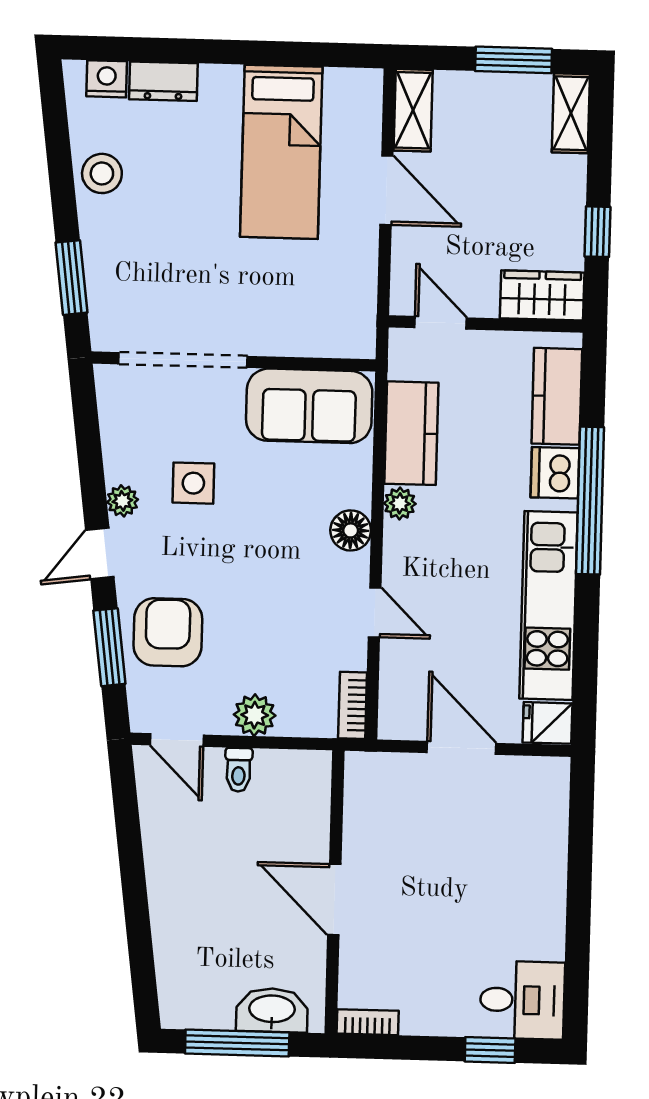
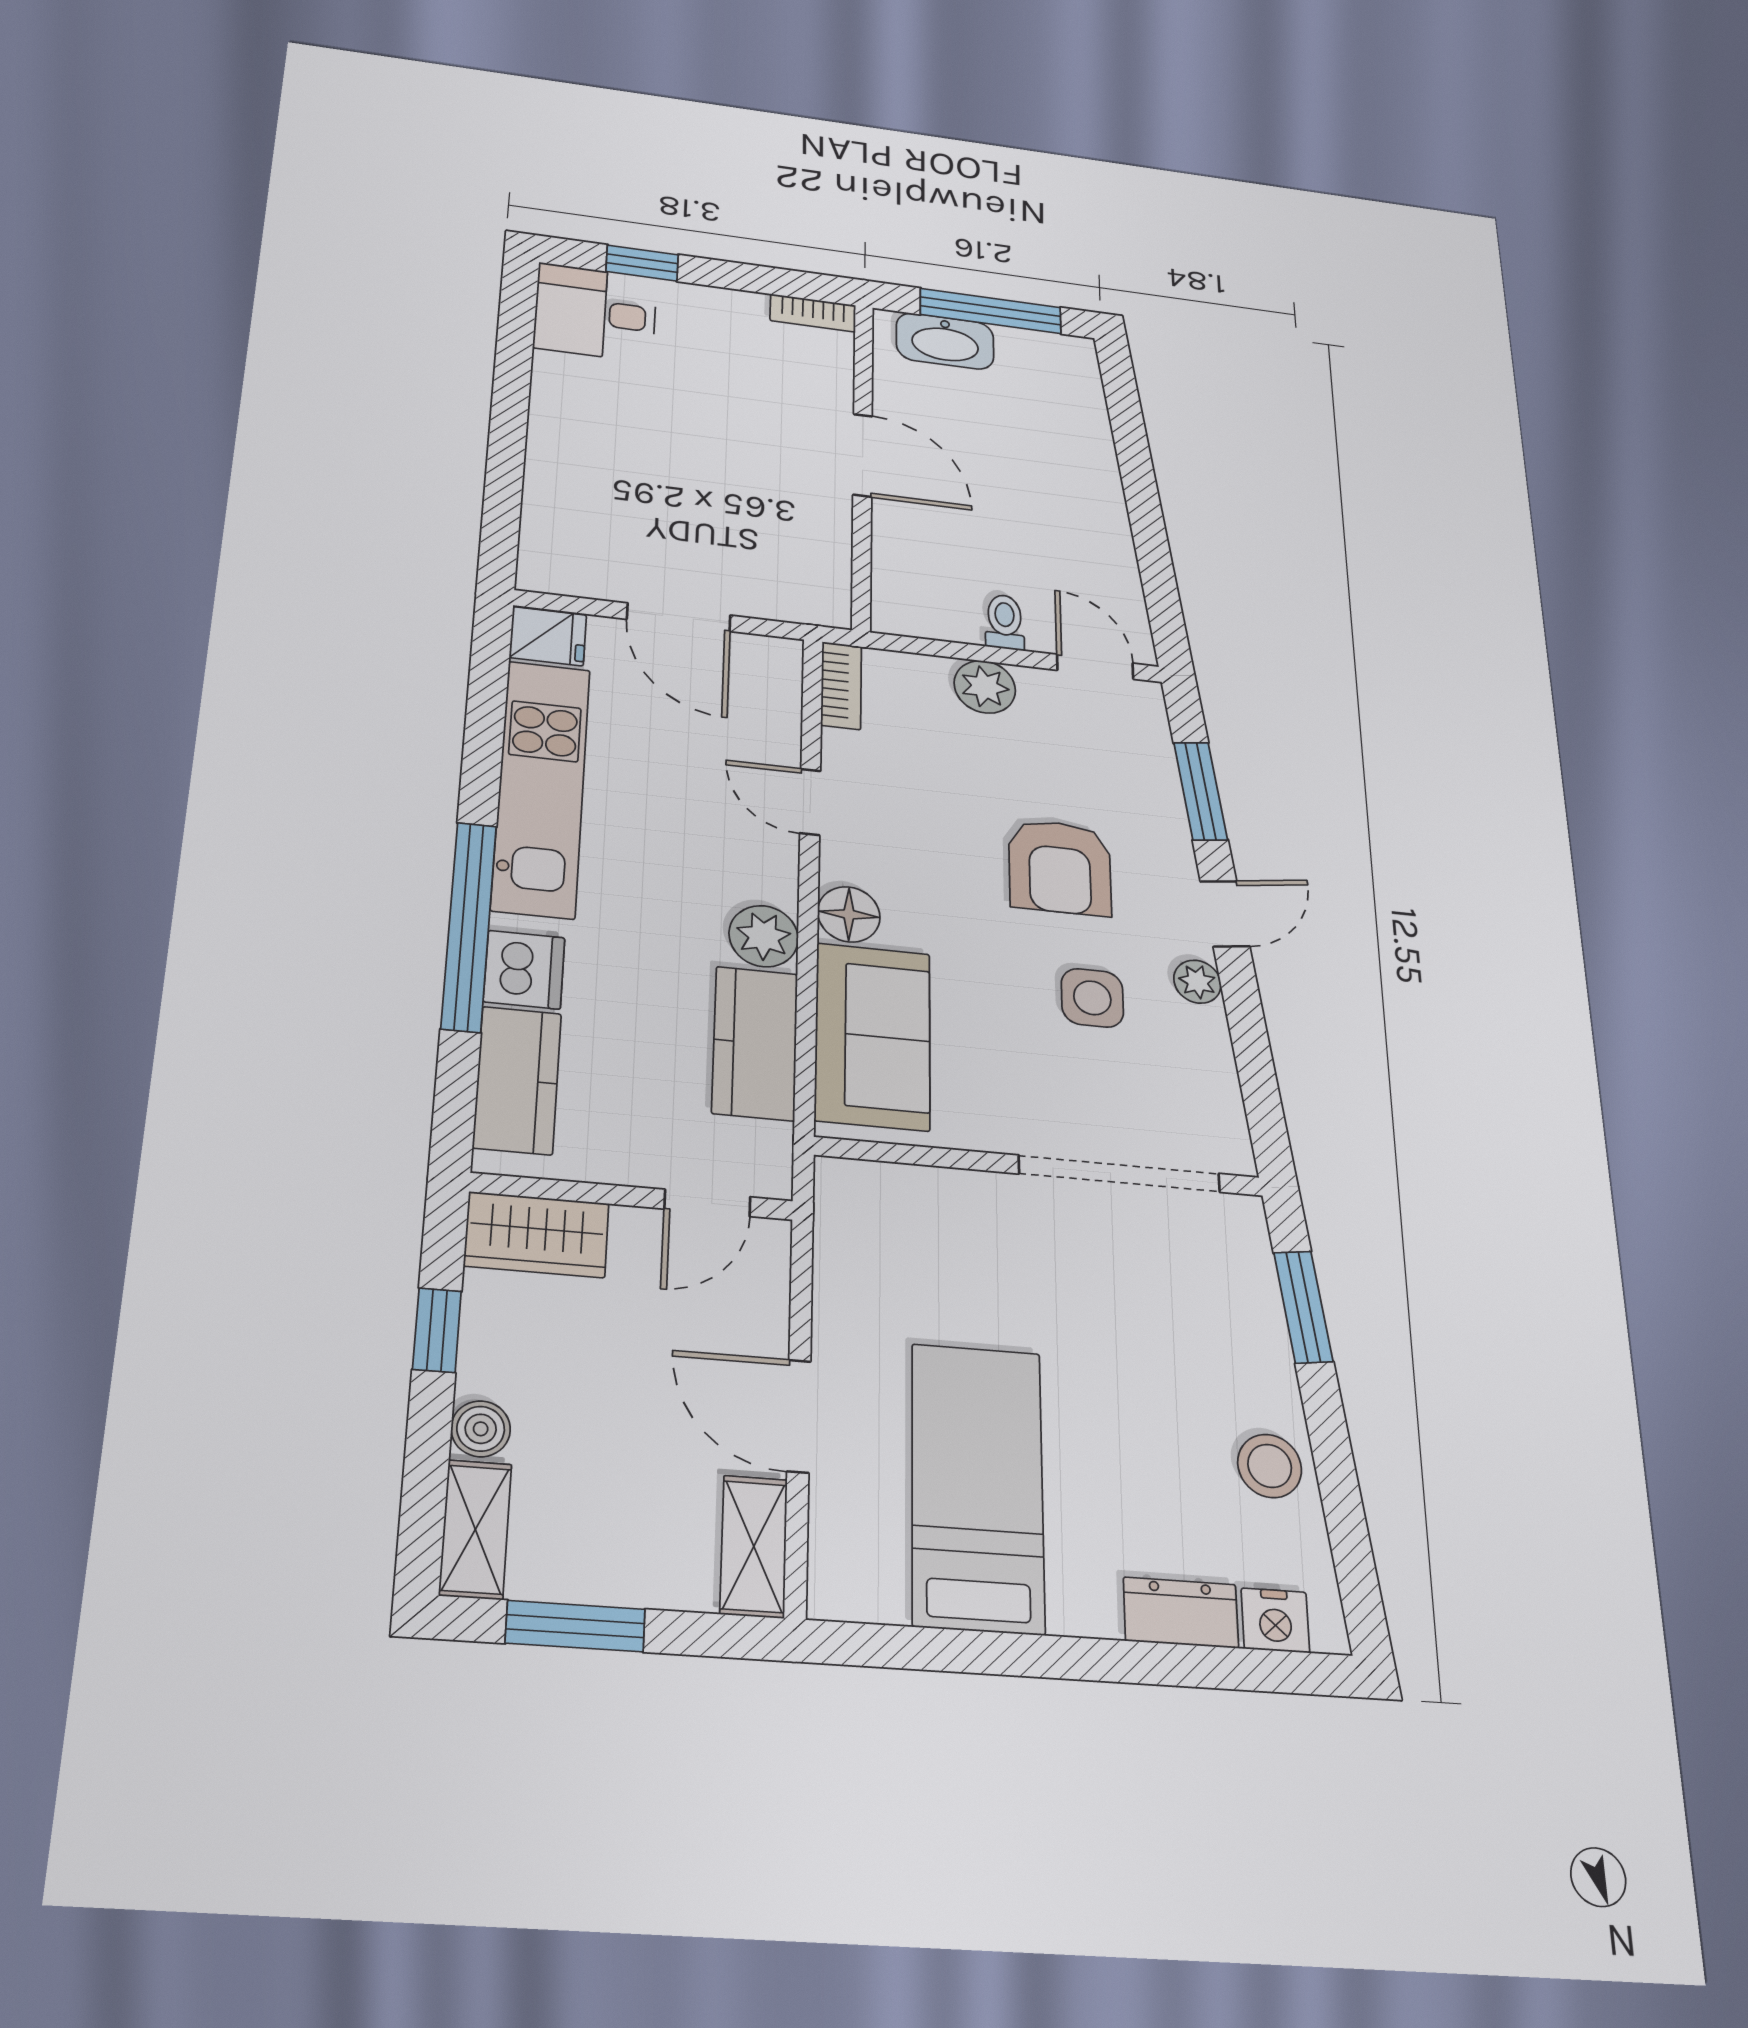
boiler: (570, 173) -> (481, 1429), added
door: (441, 323) -> (707, 1203), hinge flipped
sofa: (309, 406) -> (873, 1036), moved, turned 90
plant: (400, 503) -> (764, 936), width x1.38, depth x1.38
armchair: (168, 632) -> (1060, 867), moved

